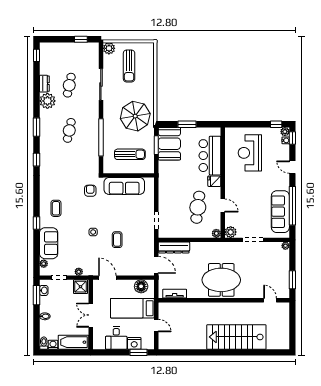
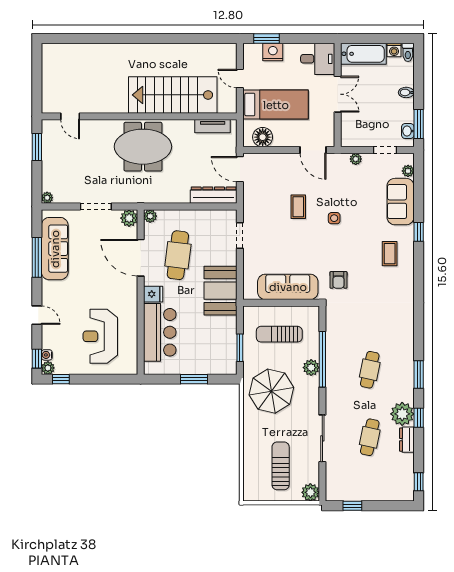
plant: (109, 132) -> (311, 368), added
booth: (169, 144) -> (220, 291), moved
reception desk: (250, 153) -> (100, 336), turned 180
window: (37, 160) -> (419, 418), moved
door: (223, 206) -> (141, 258), width x1.87
window: (292, 206) -> (37, 257), width x0.68
shower: (80, 287) -> (353, 137), removed
stairs: (236, 337) -> (173, 95), moved, turned 180
desk: (116, 338) -> (318, 59), moved, turned 90

